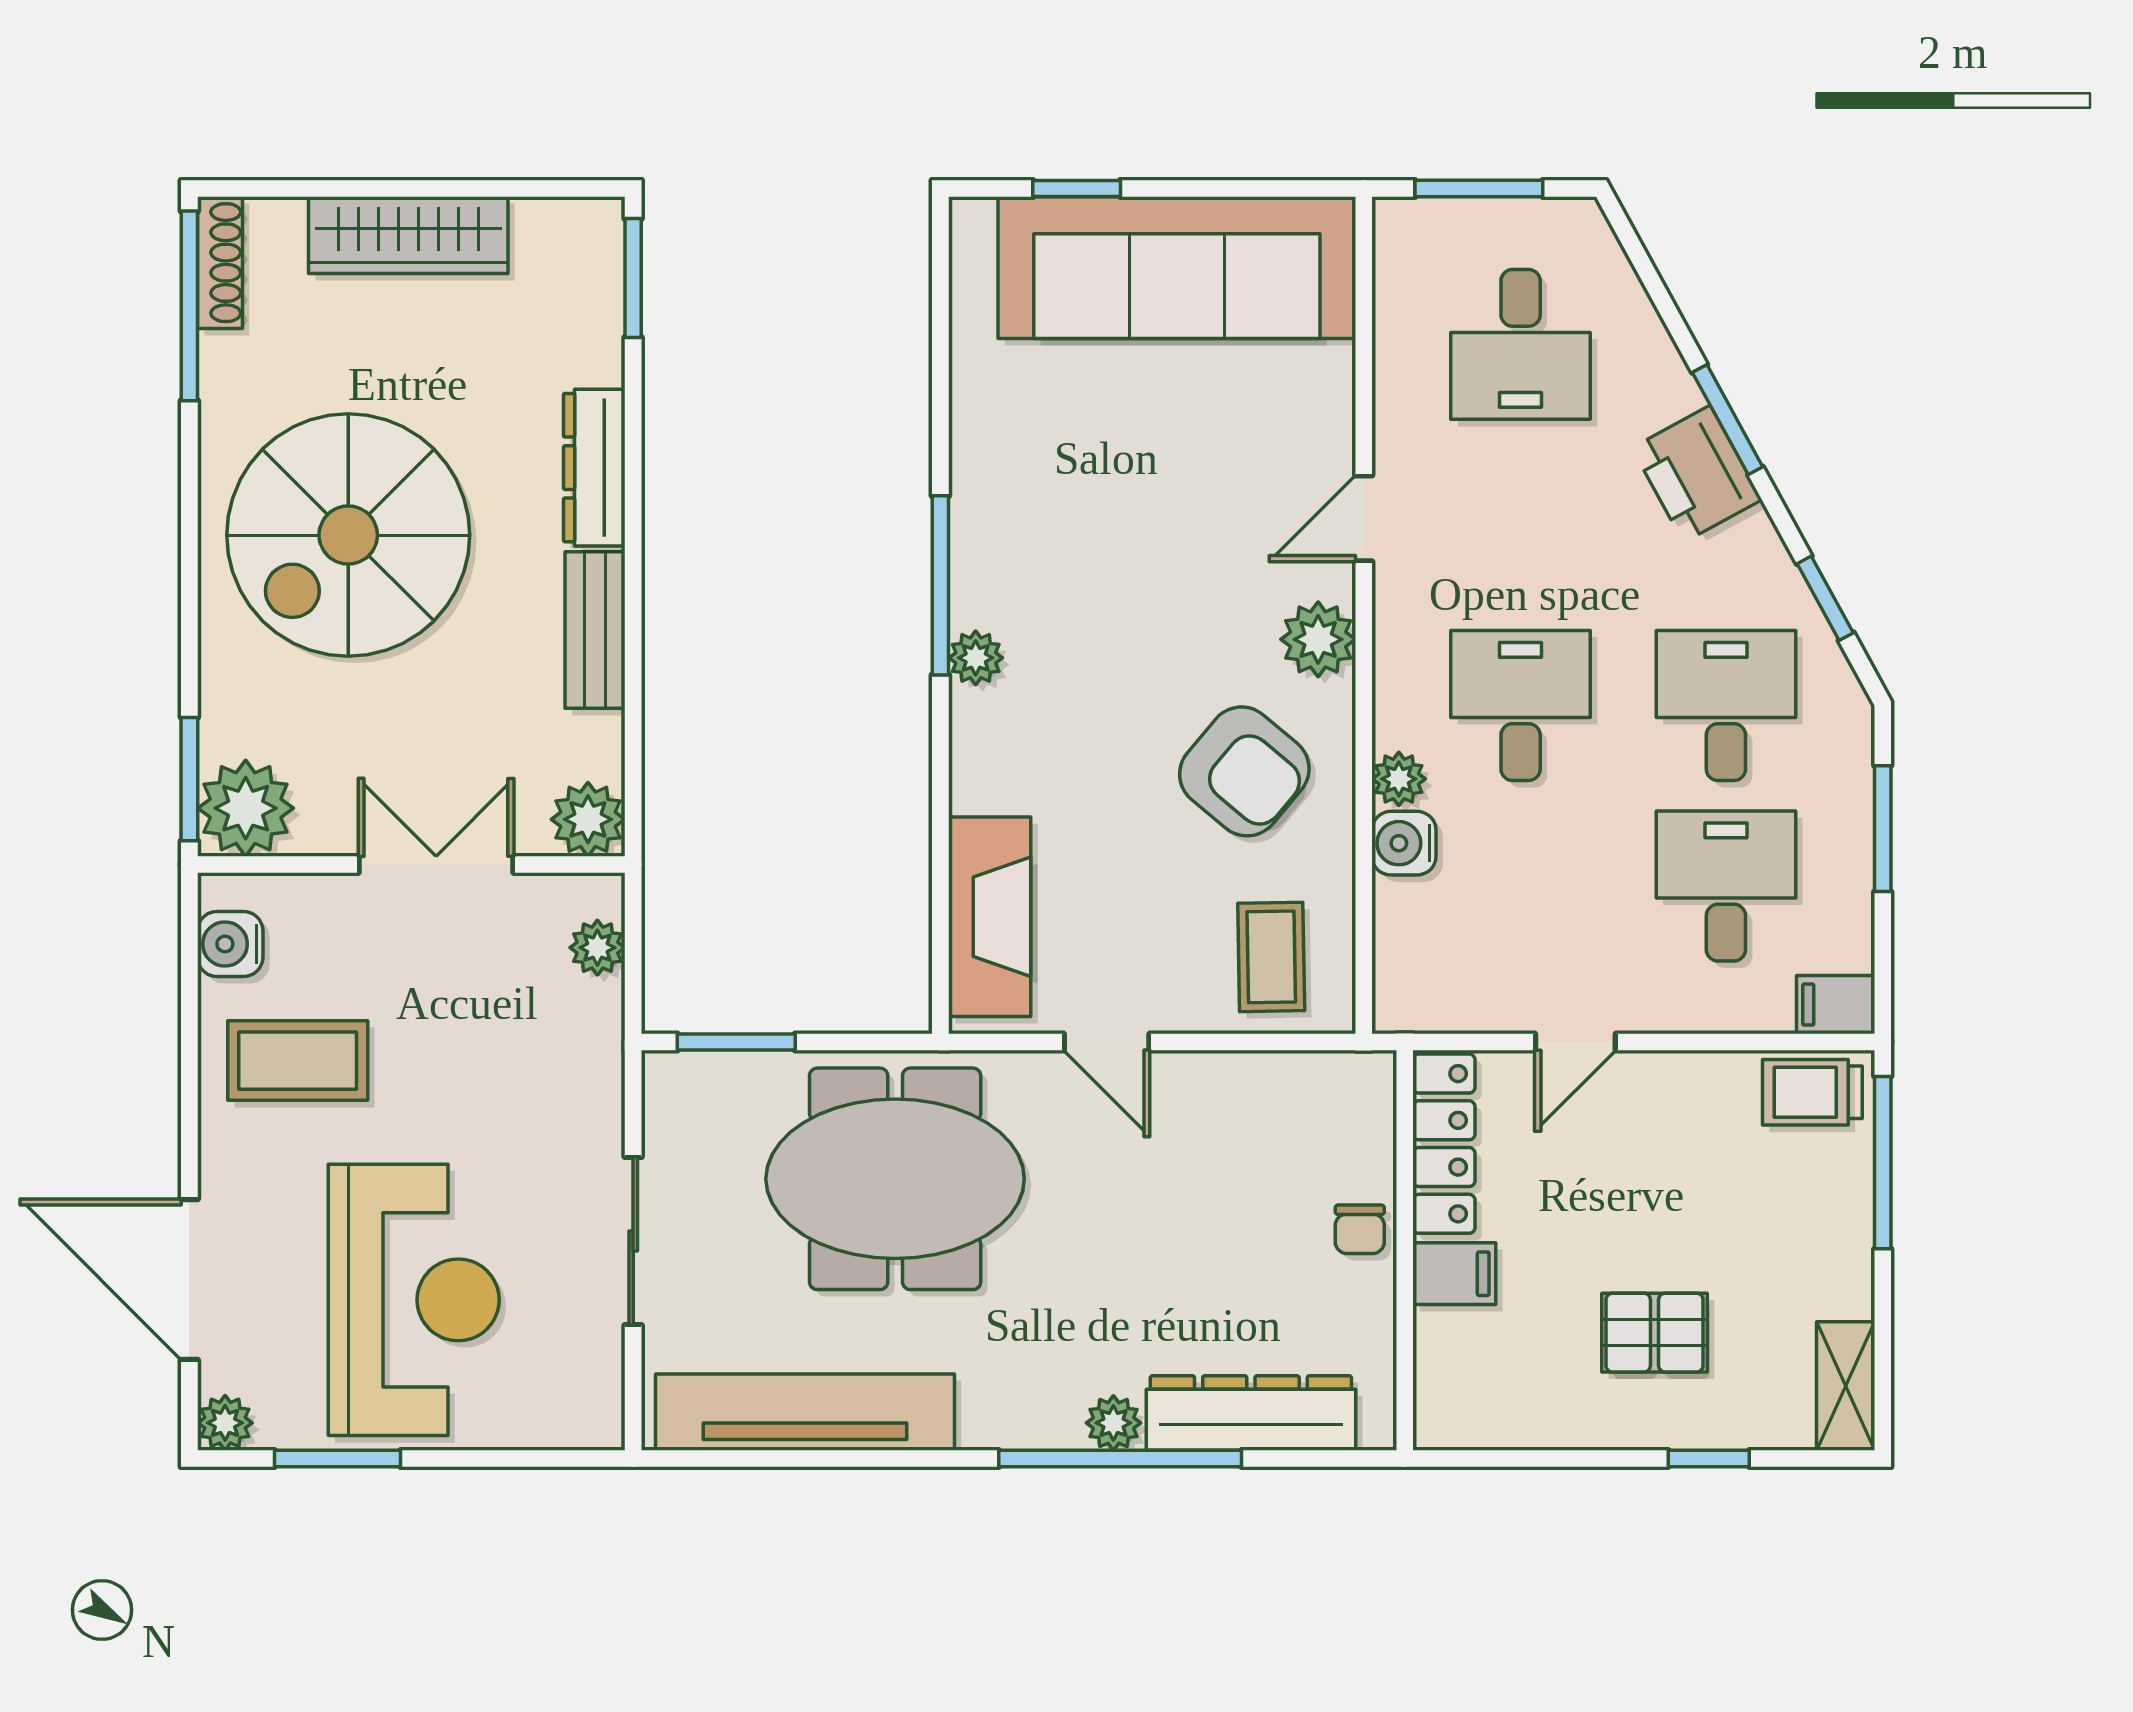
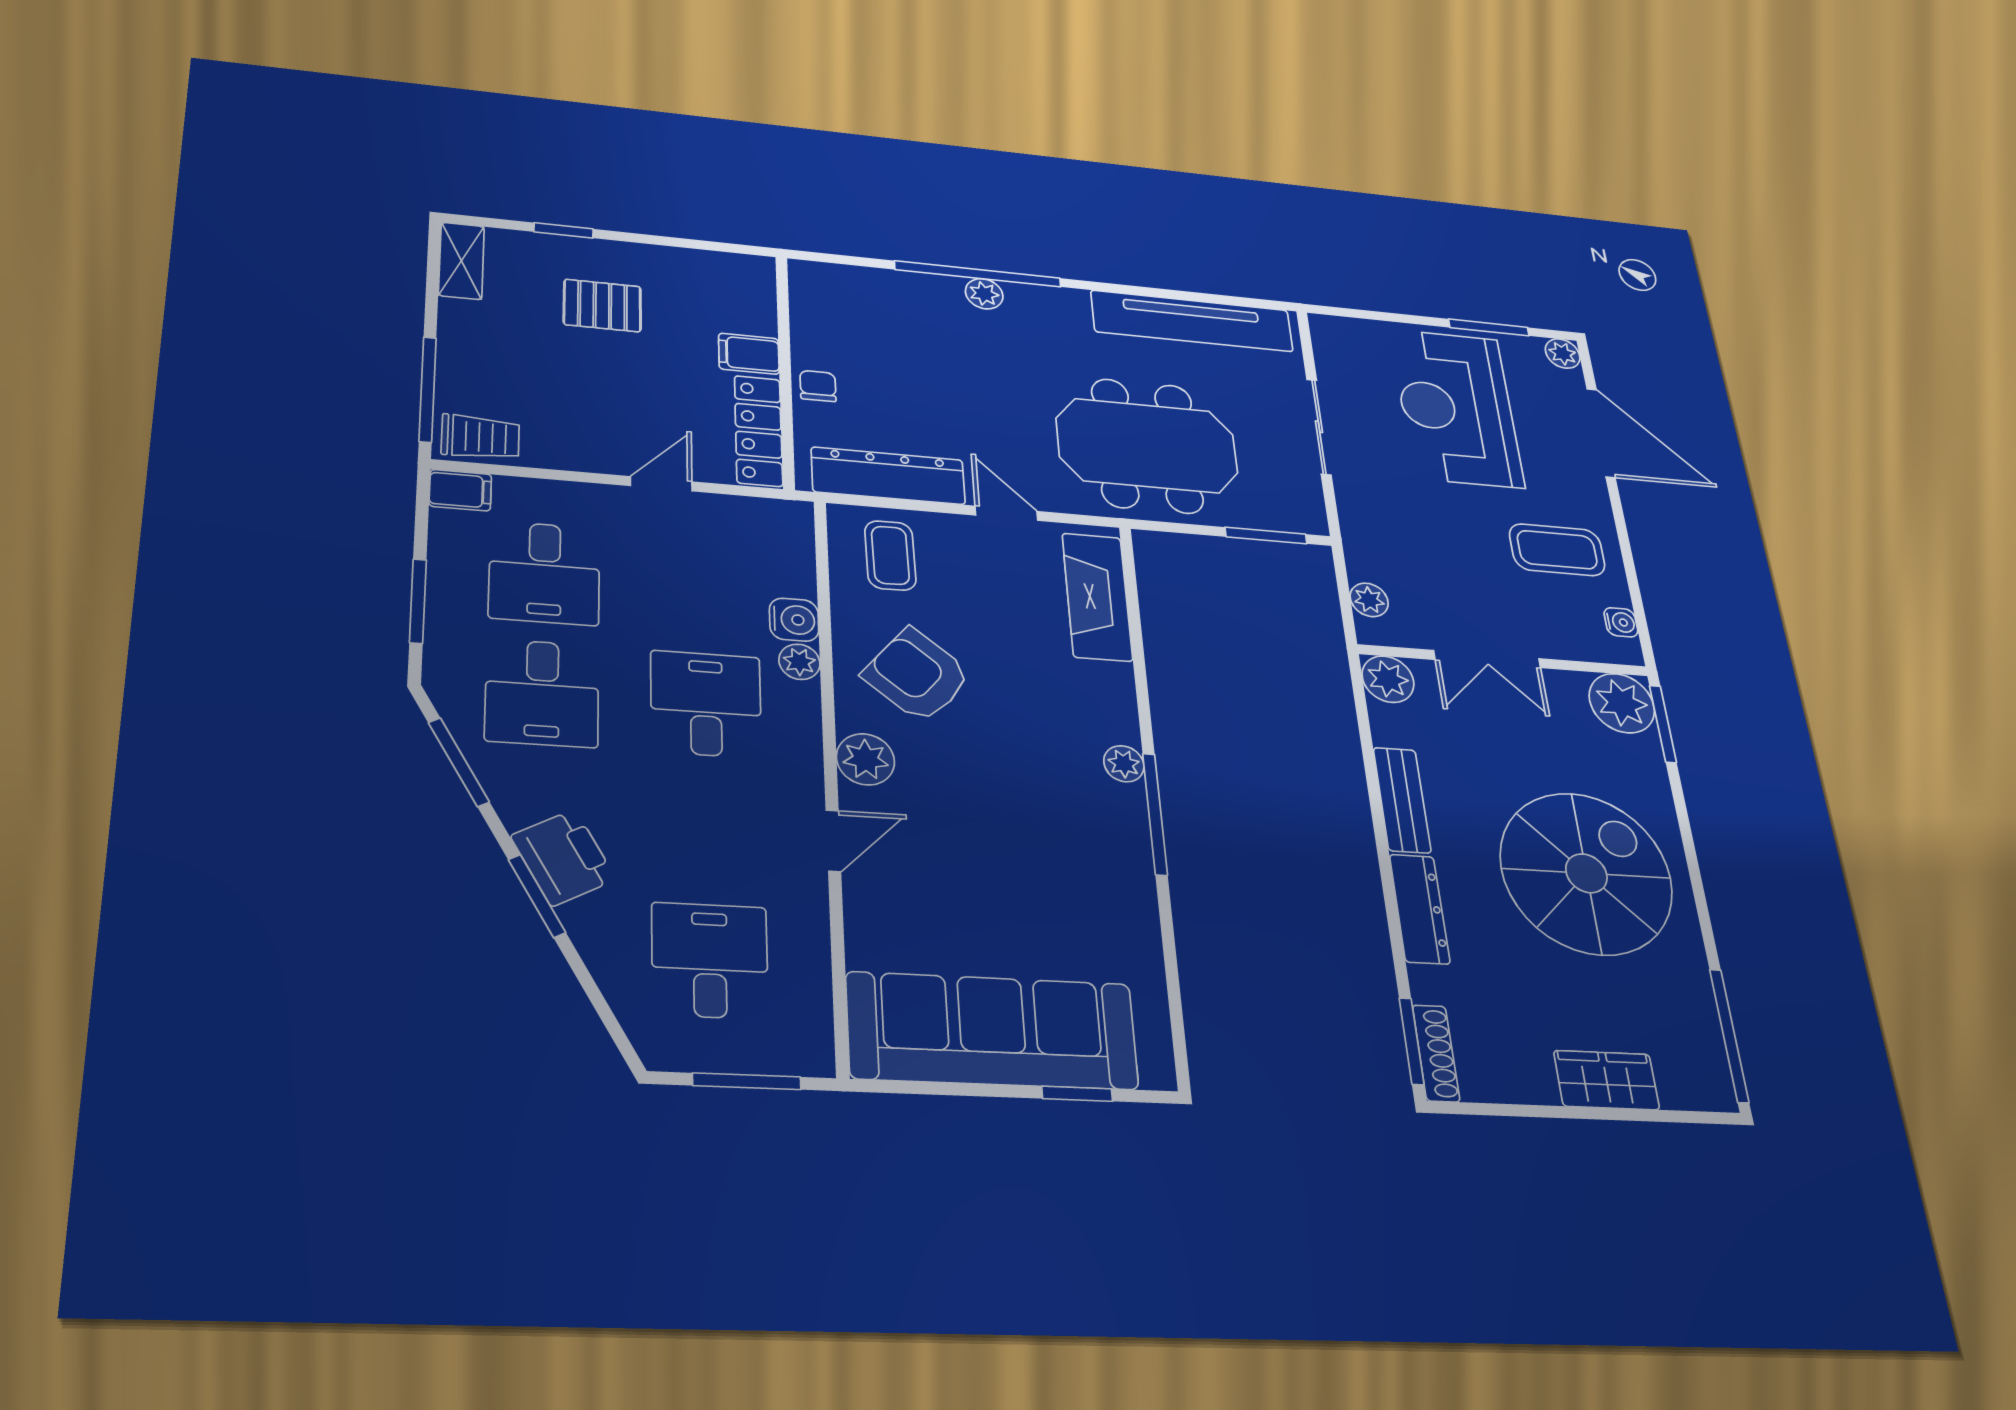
wardrobe: (408, 235) -> (1607, 1080), width x0.67
shoe rack: (220, 263) -> (1436, 1053), moved, turned 180
window: (1825, 598) -> (459, 762), width x1.50
desk: (1521, 705) -> (706, 704), turned 180
water cooler: (230, 944) -> (1621, 622), width x0.72, depth x0.72
dresser: (1251, 1413) -> (888, 476), moved, turned 180

